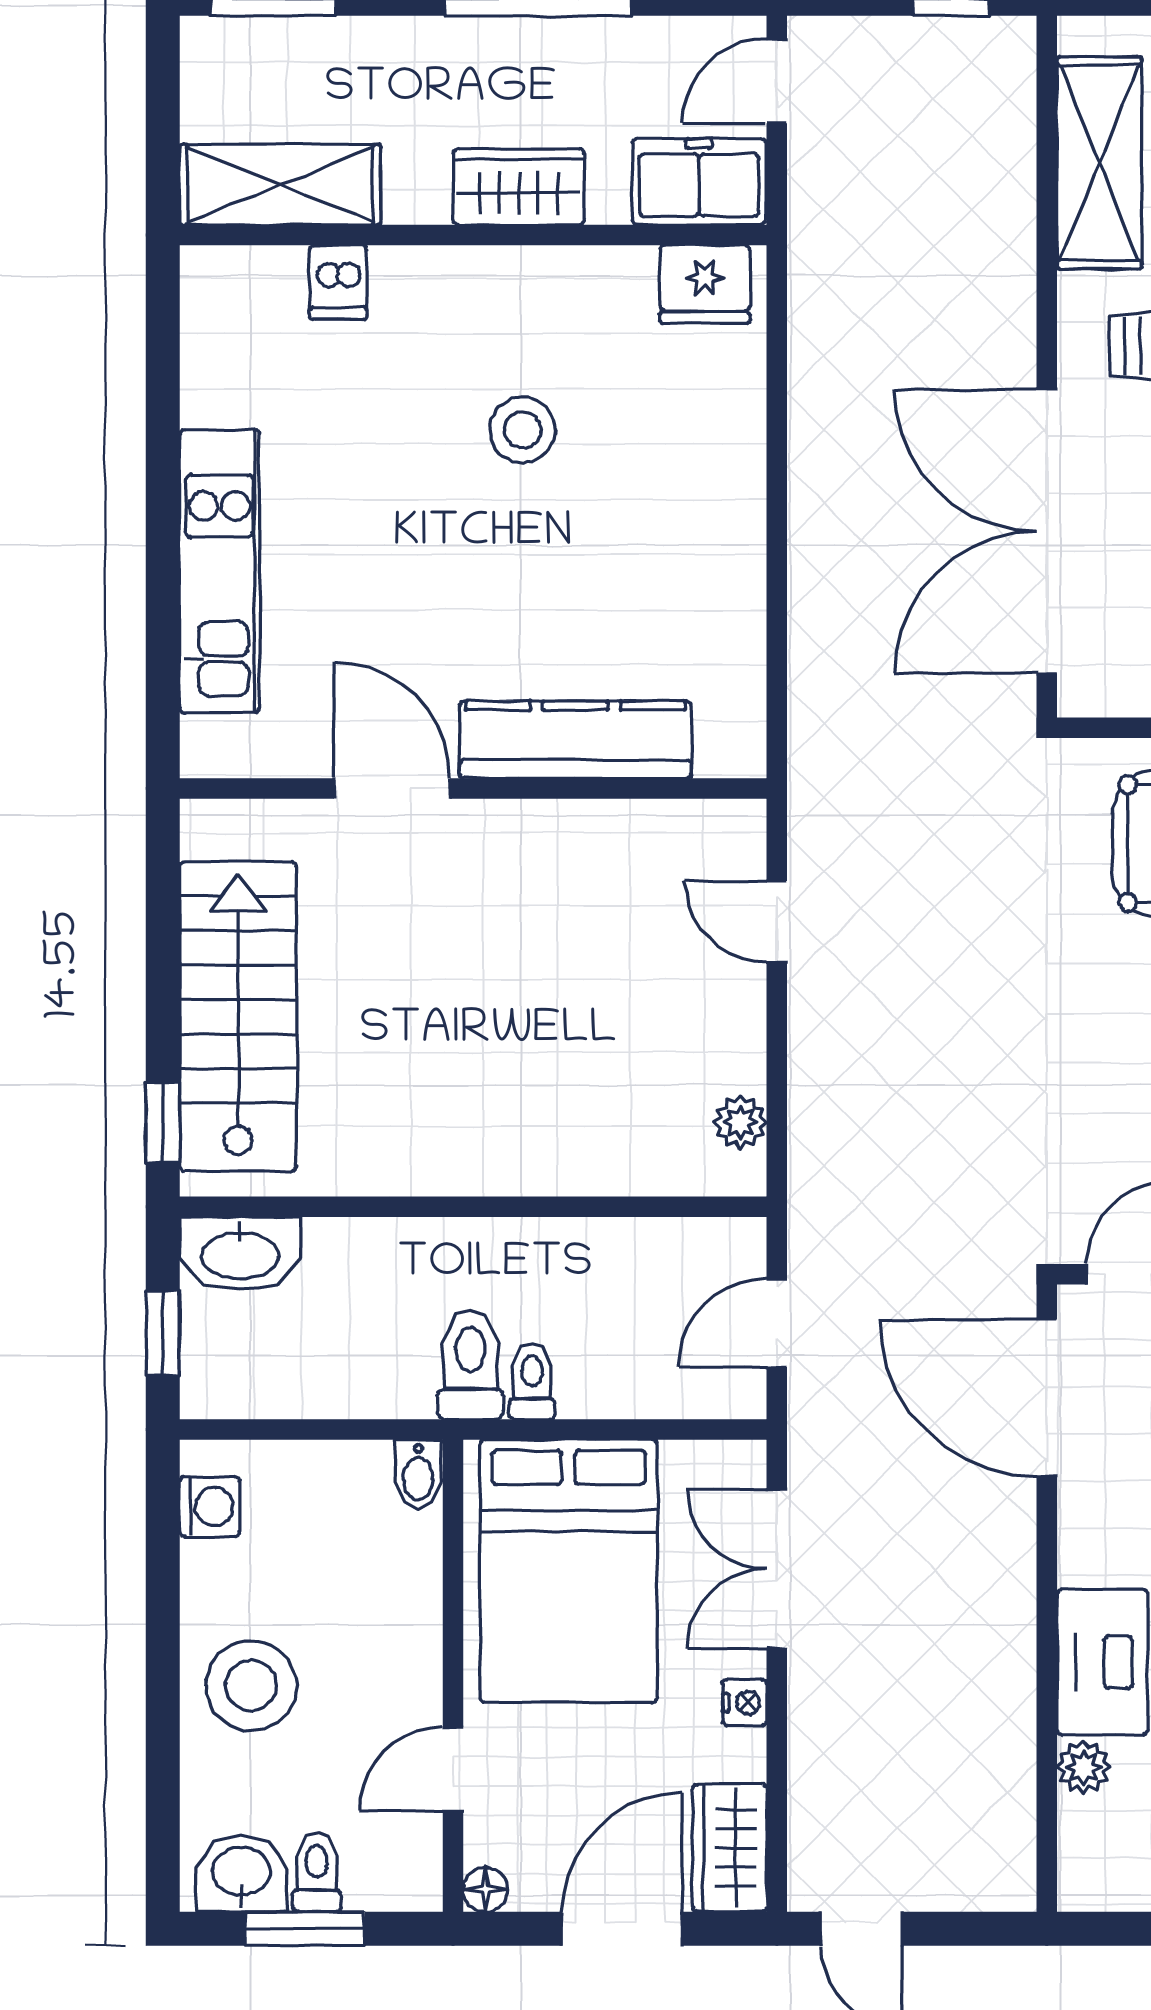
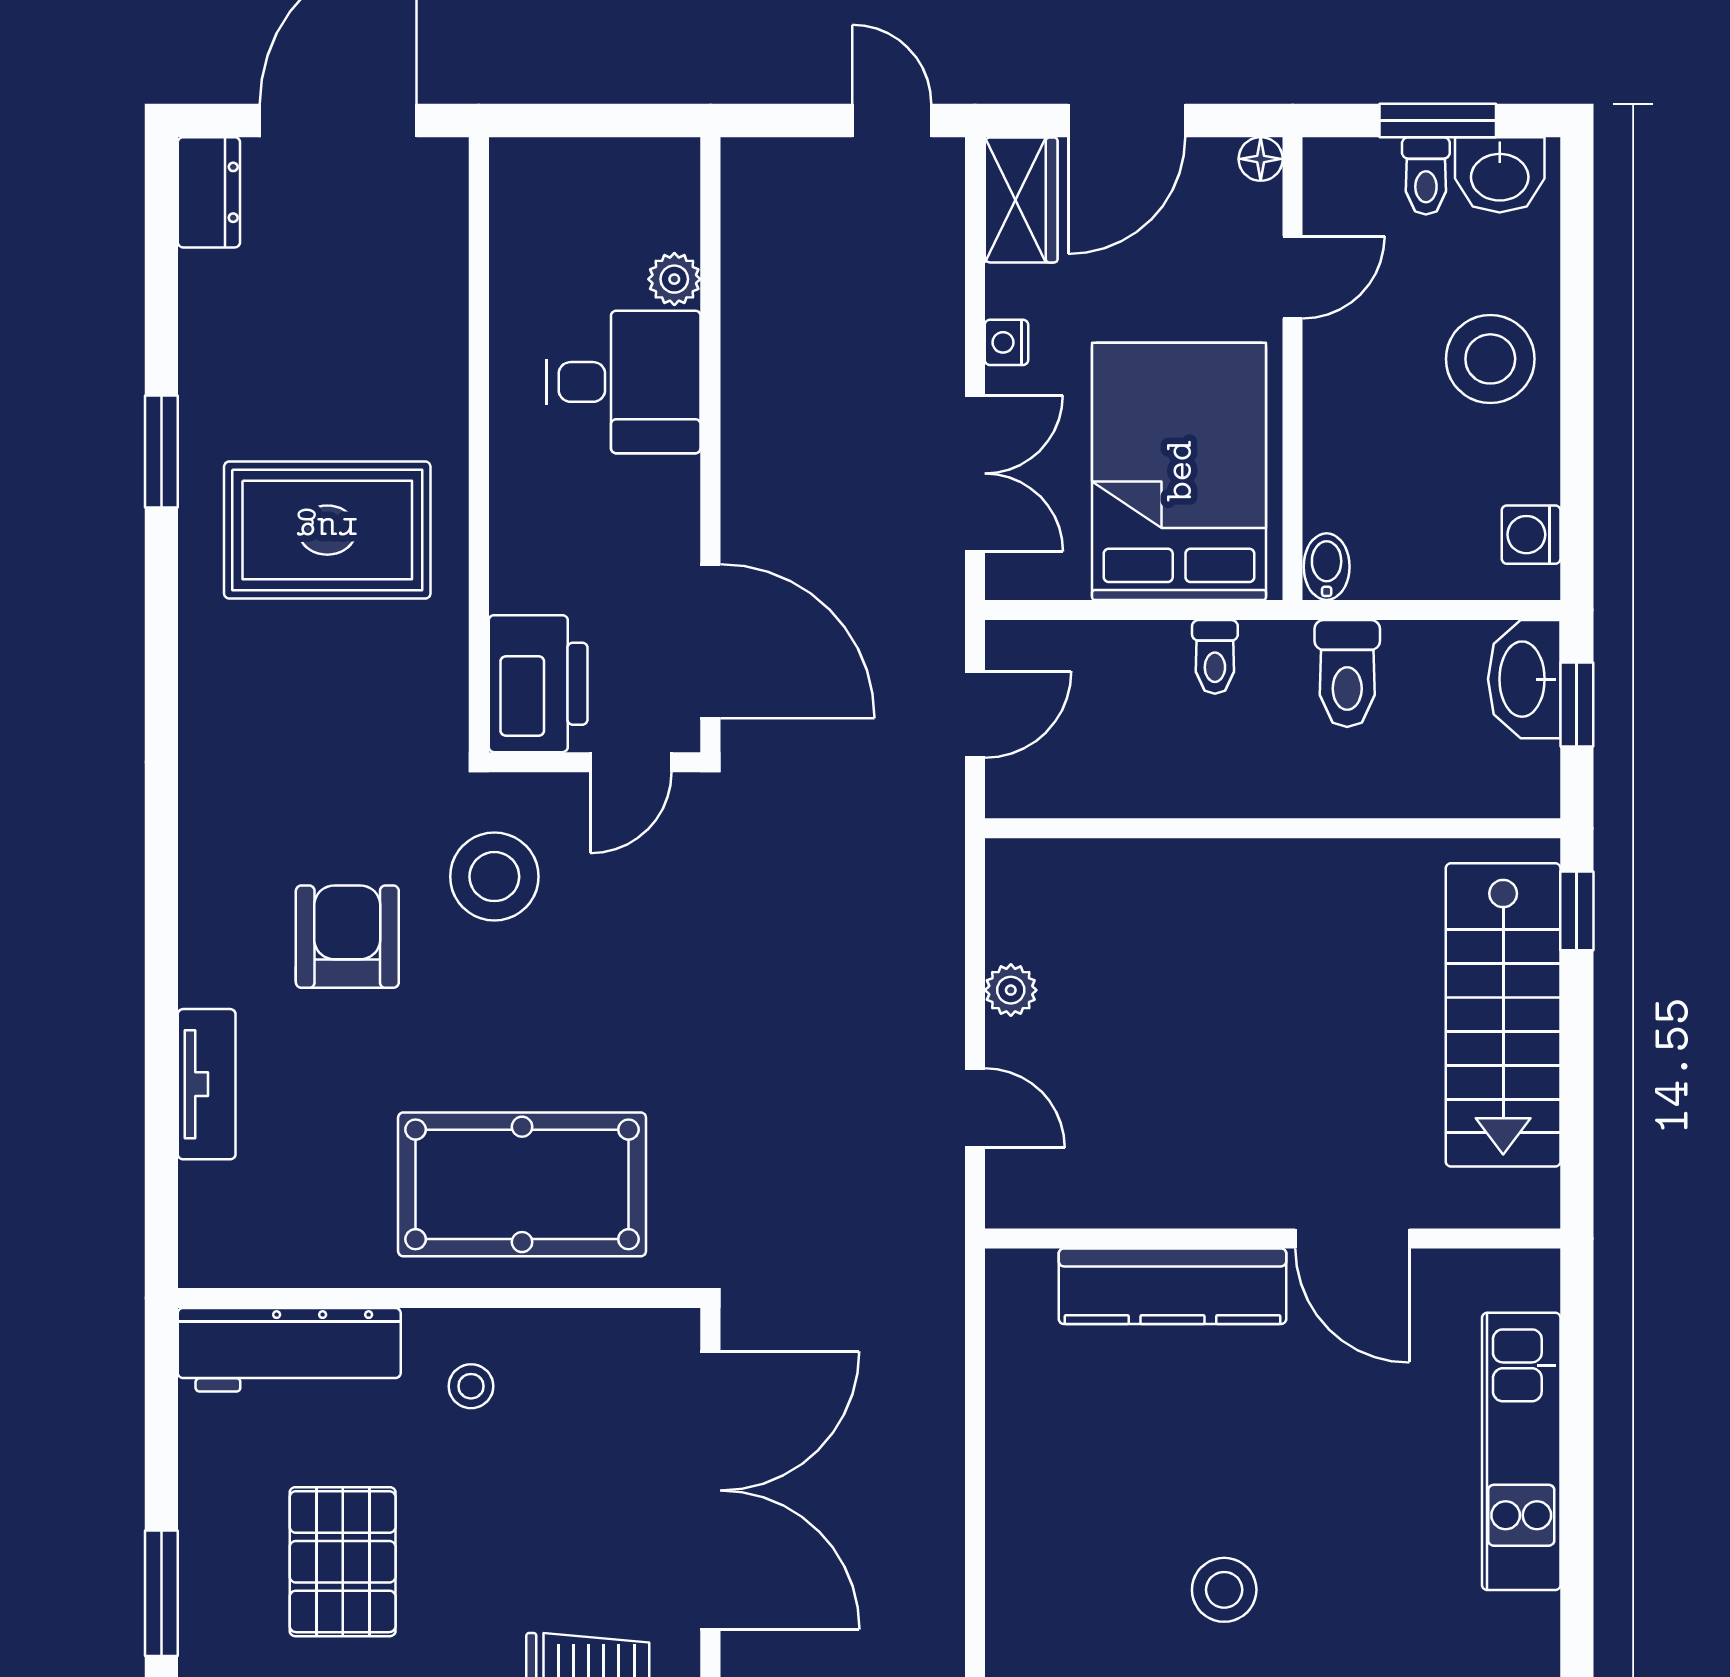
plant: (740, 1122) -> (1011, 990), moved
washbasin: (240, 1254) -> (1524, 679), moved, turned -90
toilet: (470, 1365) -> (1347, 674), moved

